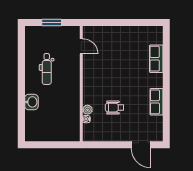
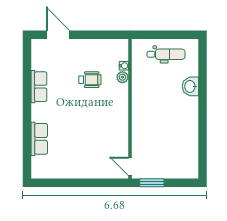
window: (52, 23) -> (152, 183), moved
door: (81, 46) -> (130, 166), moved
dental chair: (47, 69) -> (166, 54), moved, turned 90

